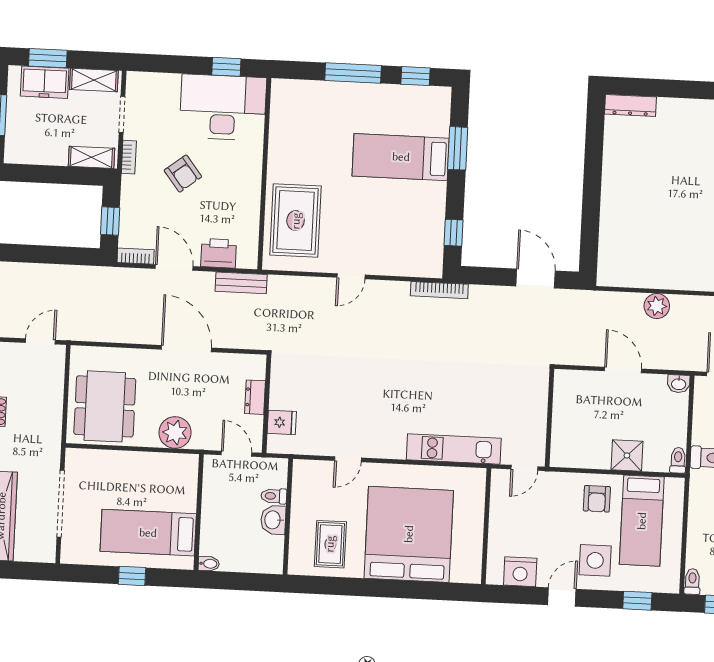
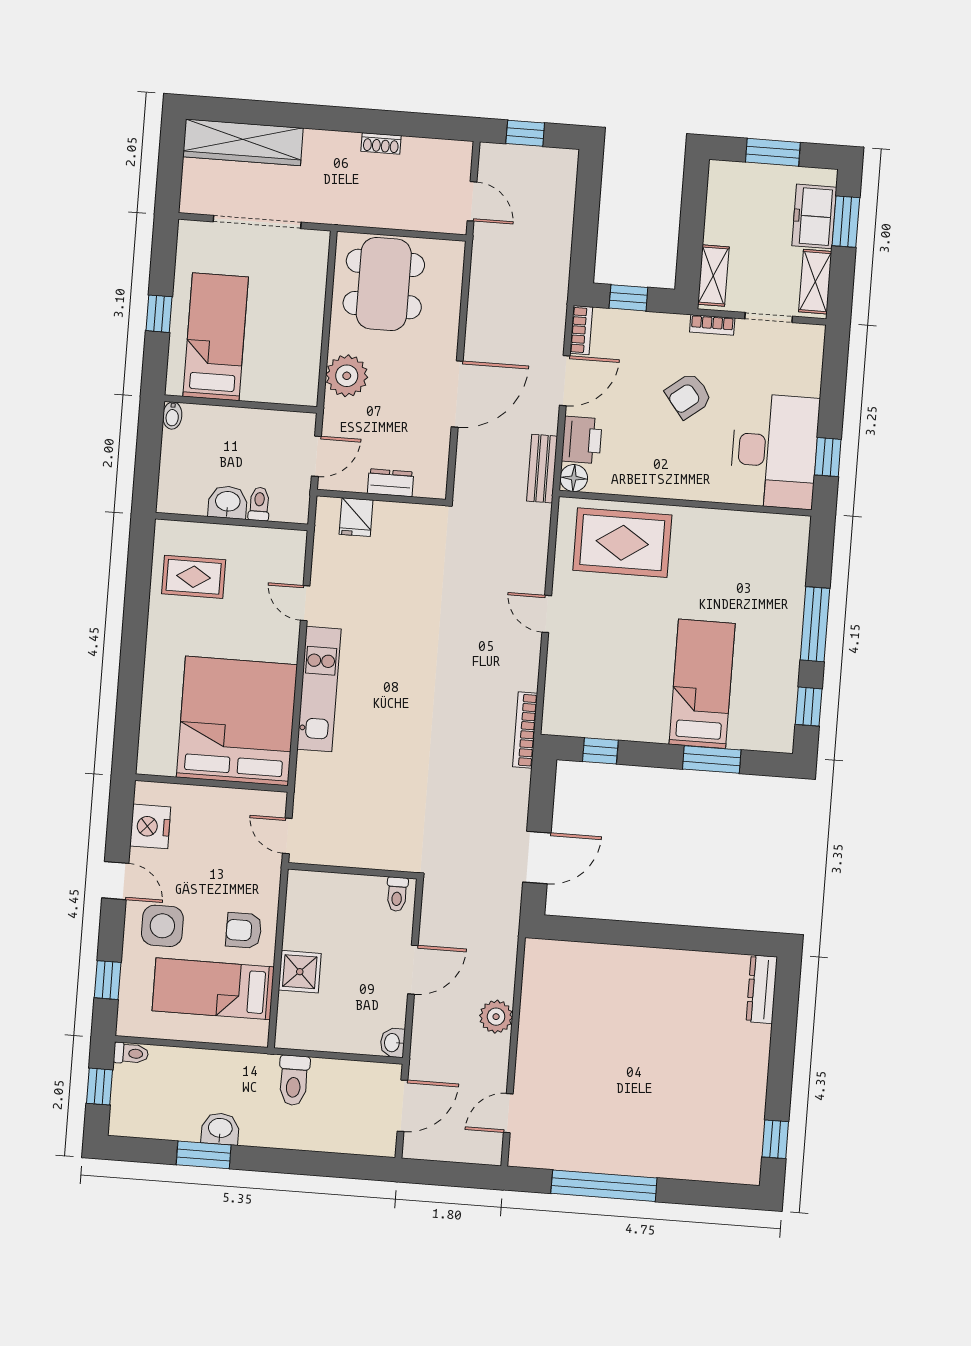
floor lamp: (248, 259) -> (574, 478), added
dining table: (105, 406) -> (384, 284), turned 90
kitchen unit: (454, 449) -> (319, 689), moved
toilet: (678, 460) -> (397, 894), moved, turned 90
bed: (409, 534) -> (237, 721), moved, turned -90

